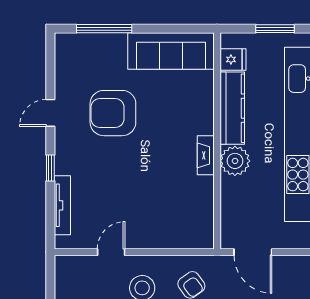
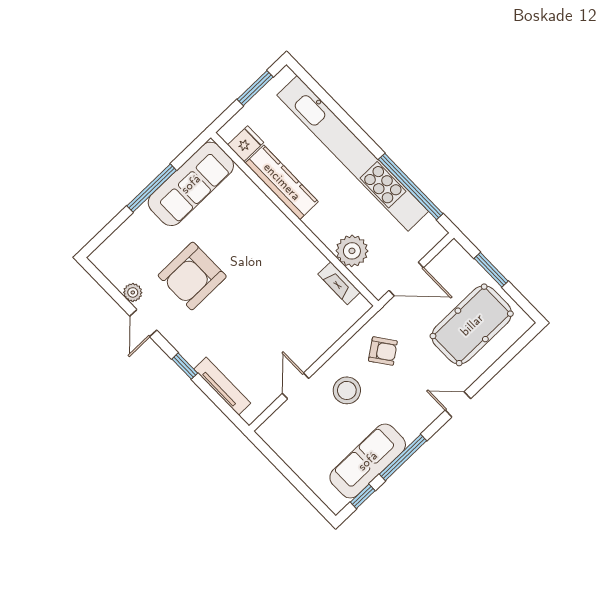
window: (104, 29) -> (152, 188), moved
plant: (63, 86) -> (133, 292), added
fireplace: (206, 155) -> (339, 283), moved
plant: (235, 161) -> (352, 251), moved

